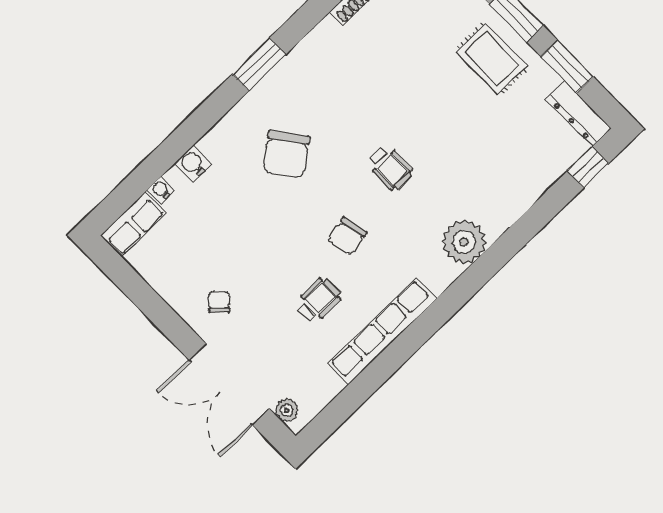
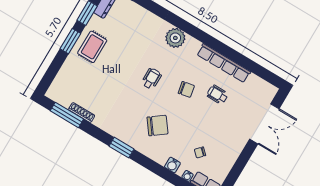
chair: (219, 302) -> (200, 152), moved
plant: (287, 410) -> (269, 96), removed

